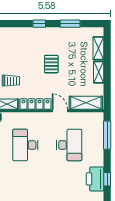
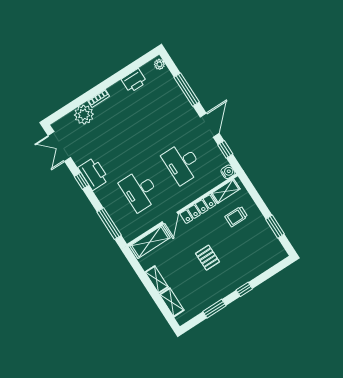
door: (60, 111) -> (170, 218), hinge flipped
desk: (25, 145) -> (182, 163), turned 180

